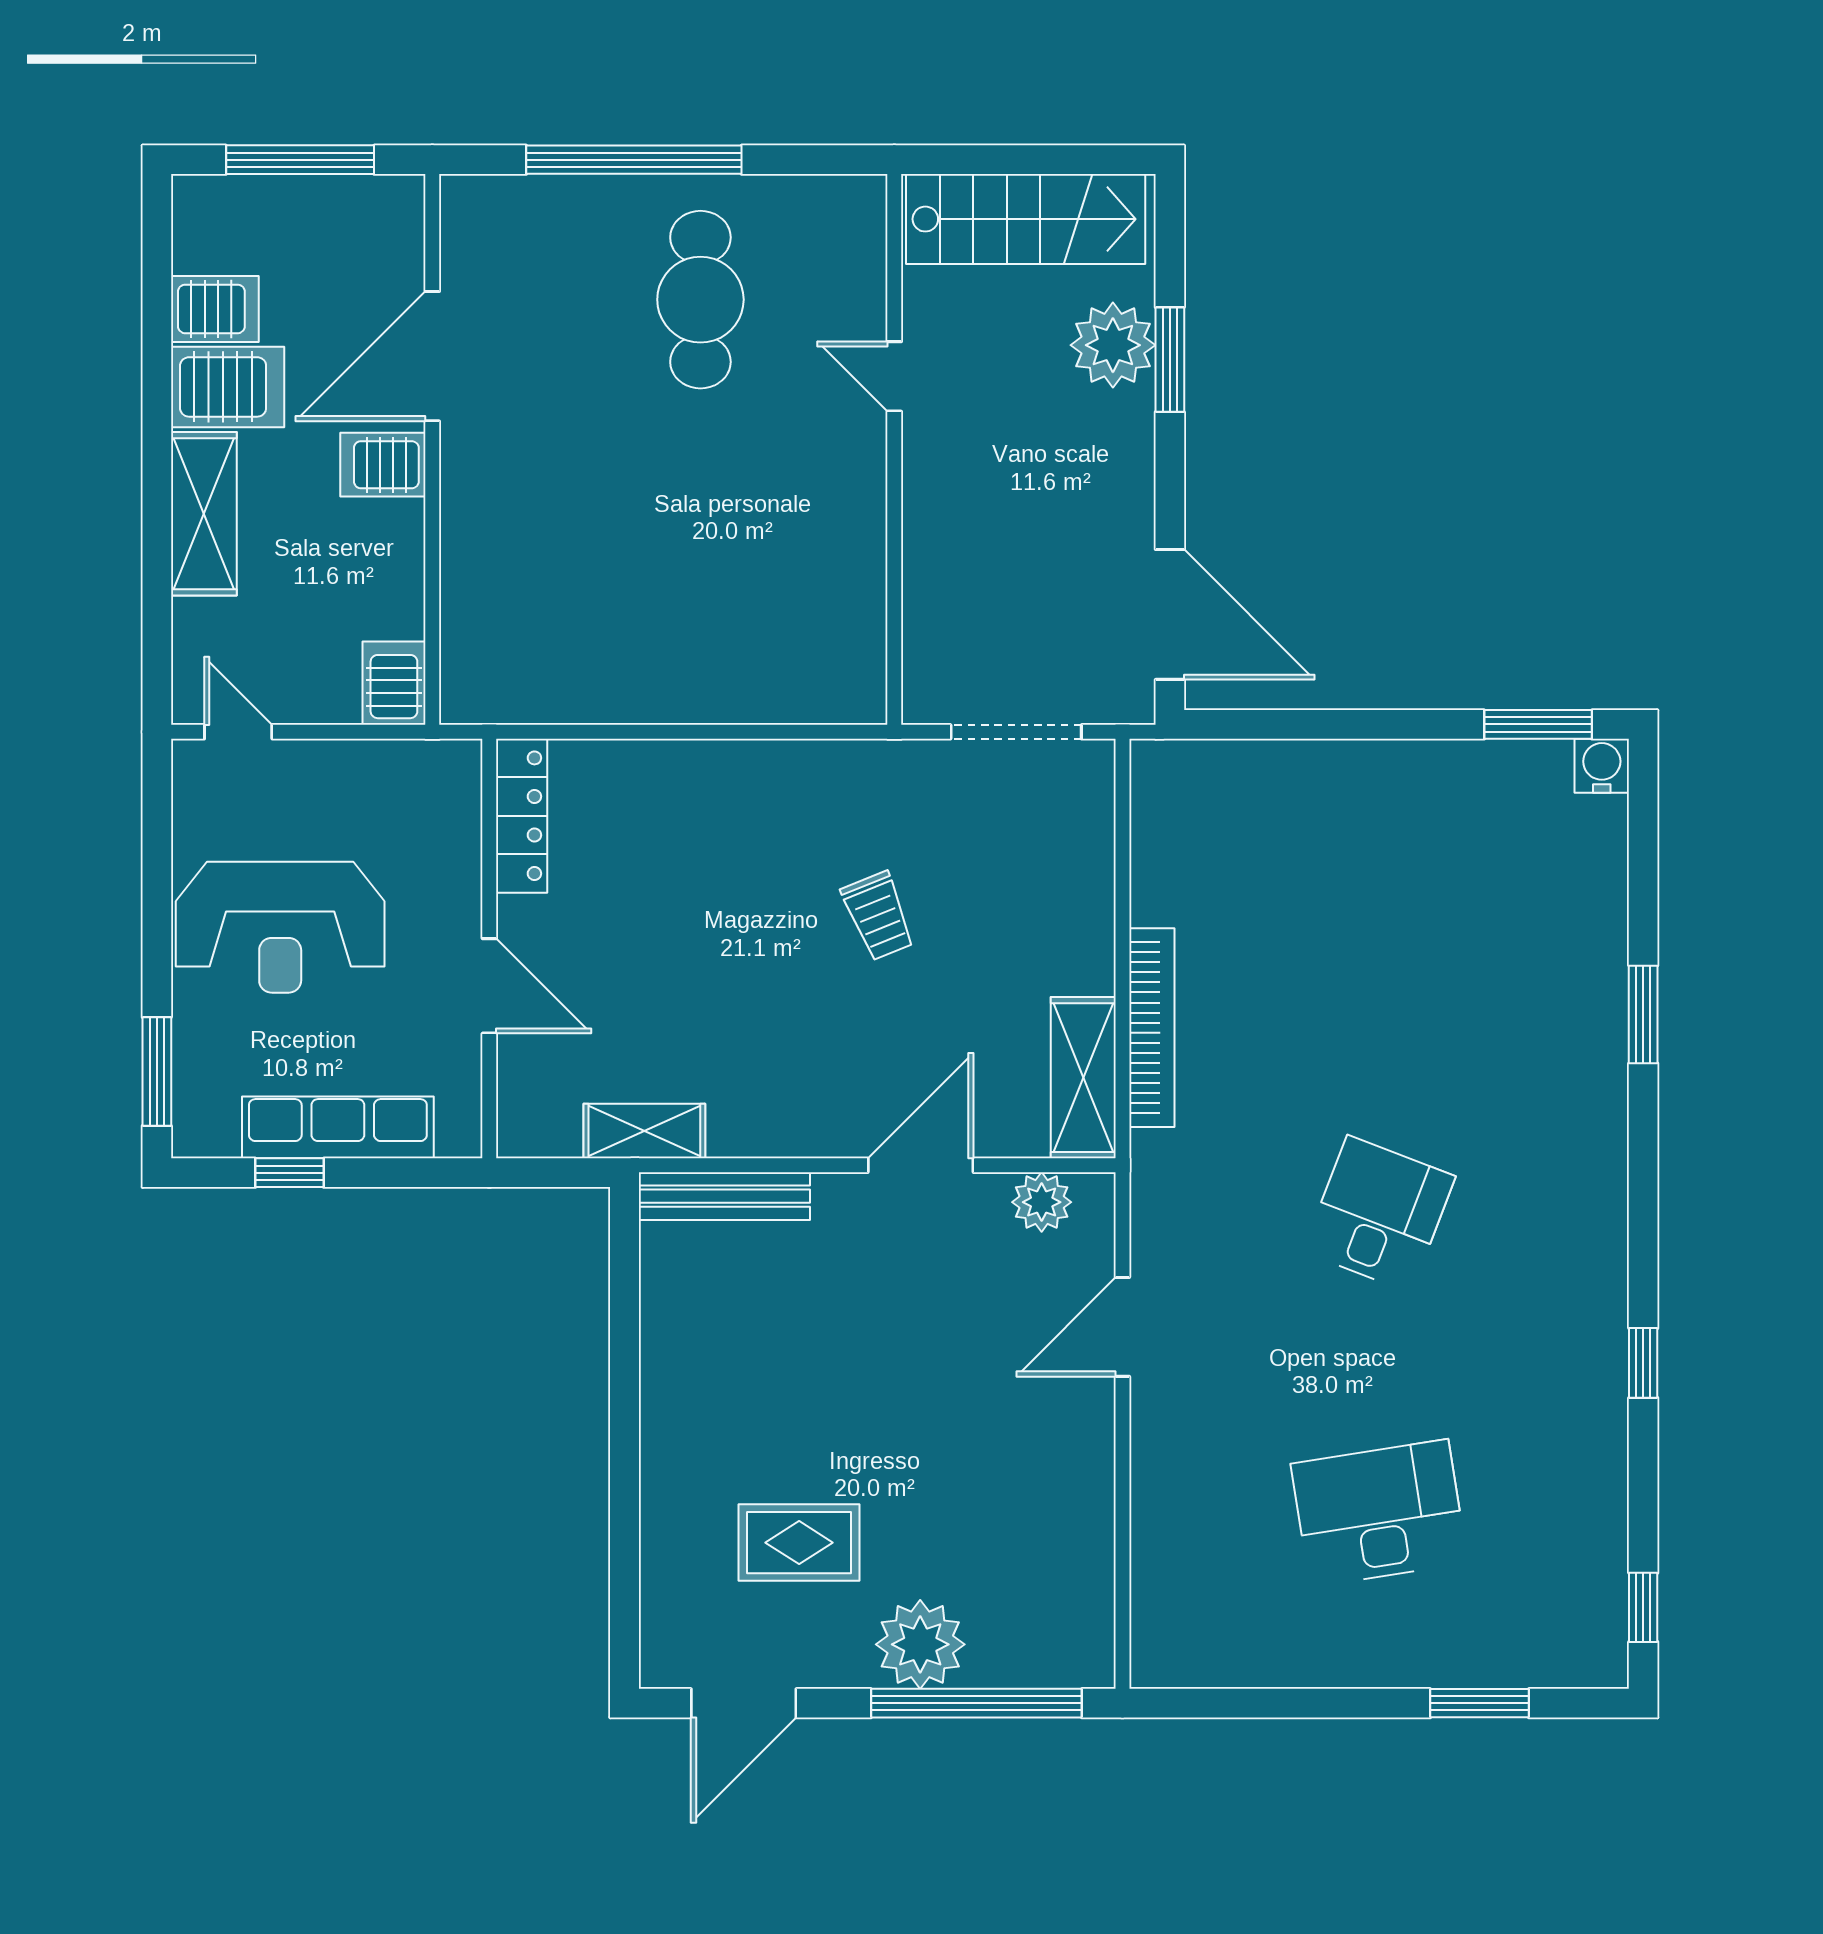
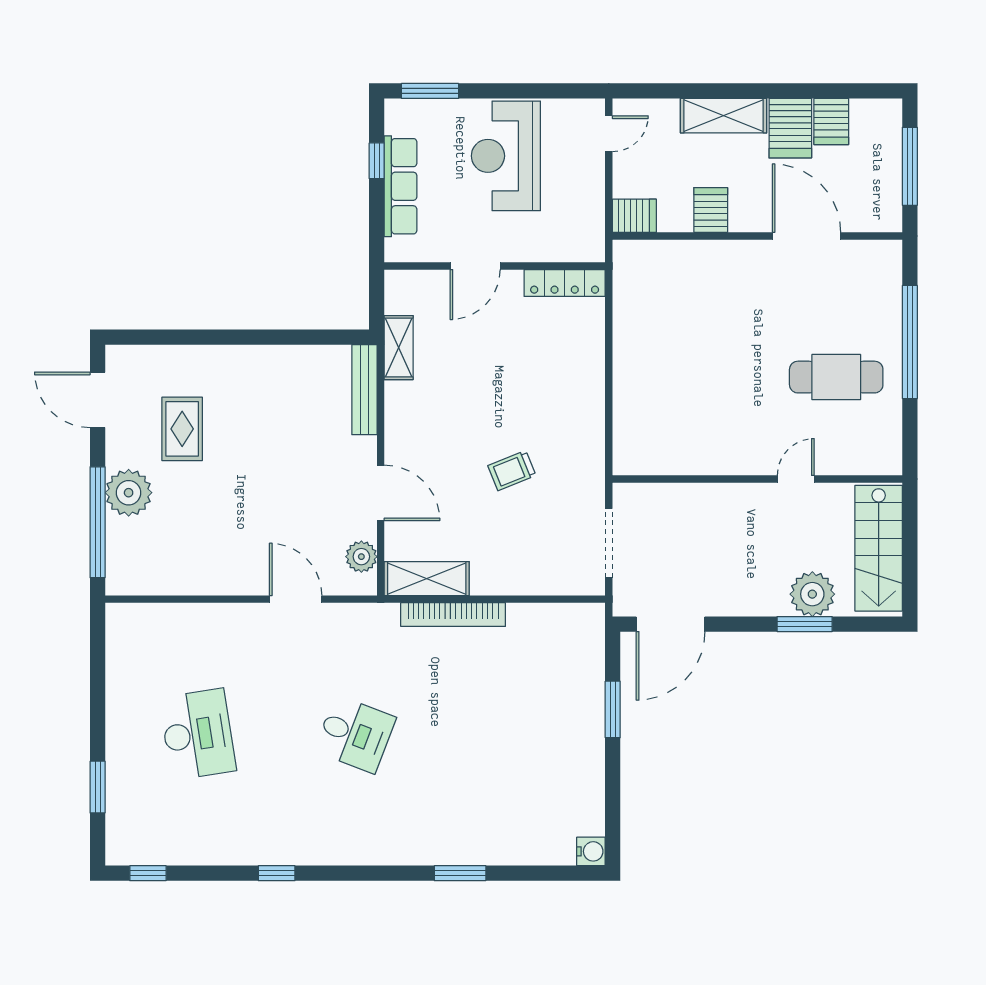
server rack: (383, 465) -> (711, 210), moved
window: (1538, 724) -> (613, 709), moved

